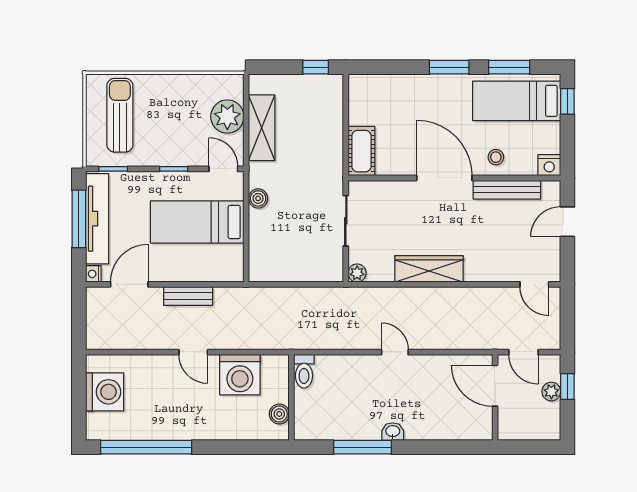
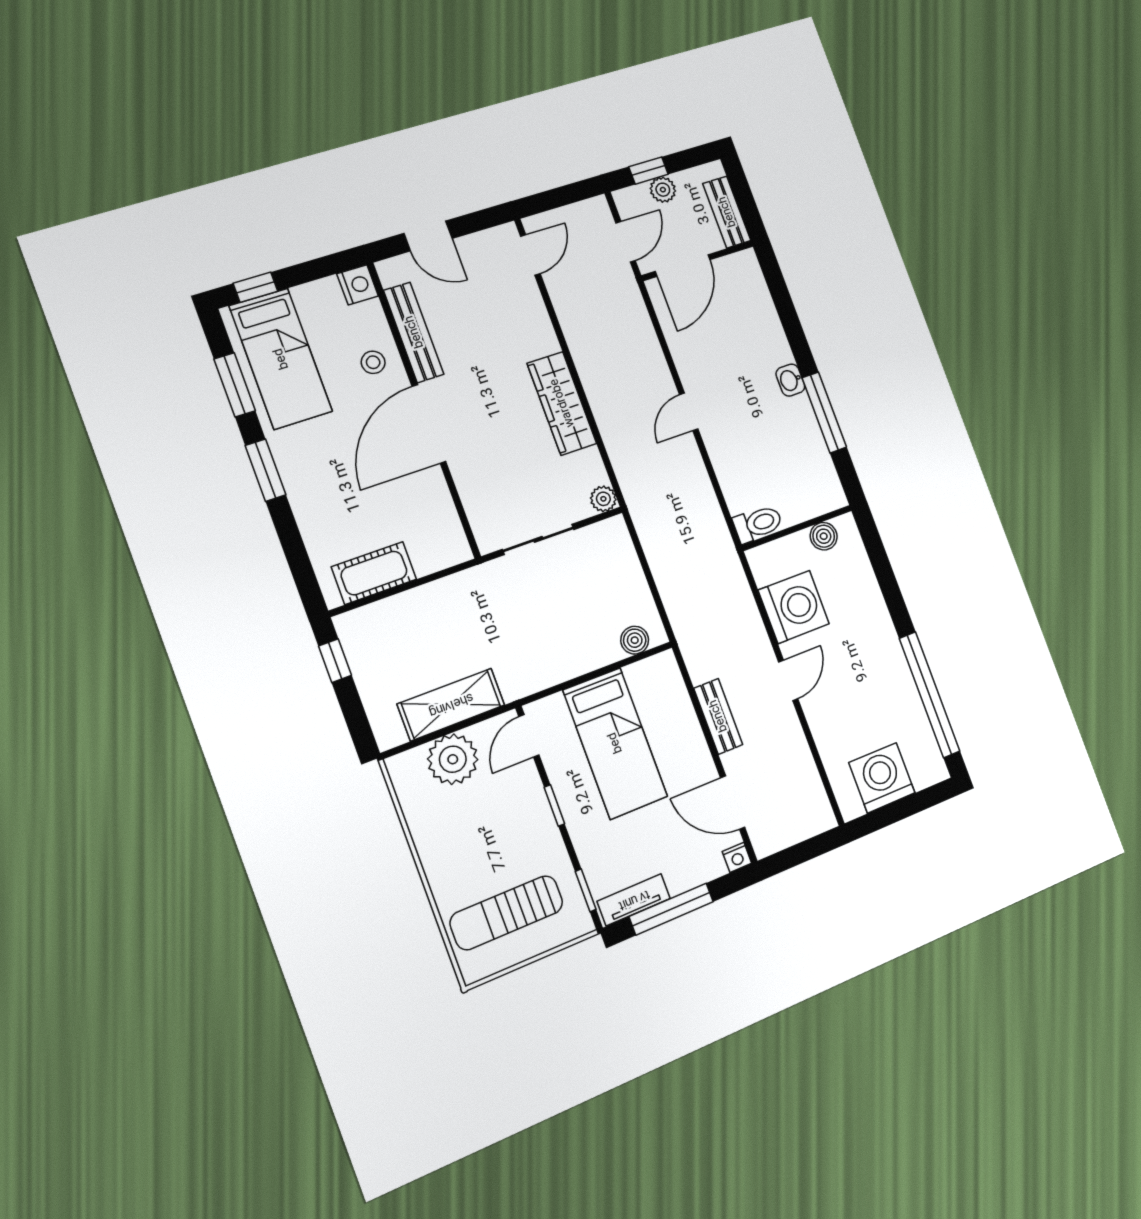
cot: (361, 151) -> (374, 573), moved
boiler: (258, 198) -> (635, 640), moved
tv unit: (97, 219) -> (634, 900), width x0.52, depth x0.78
bench: (522, 431) -> (727, 212), added

